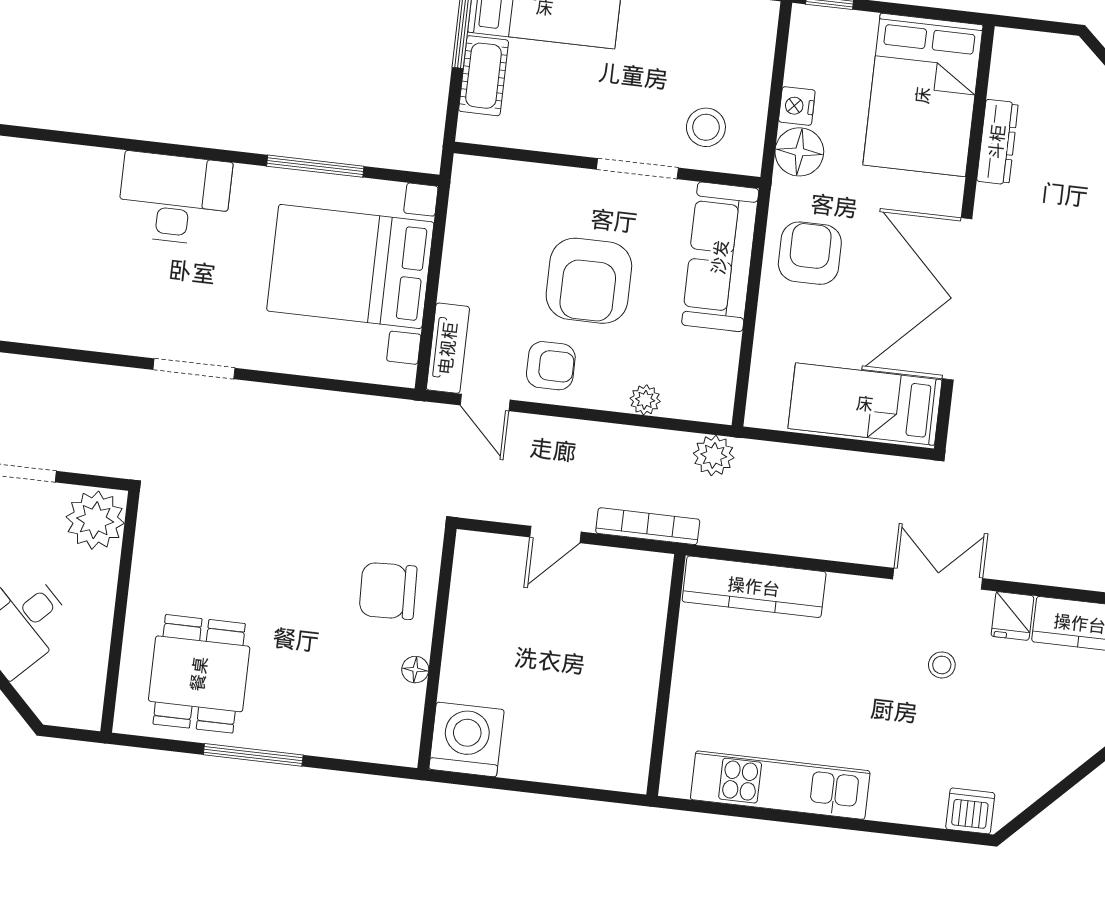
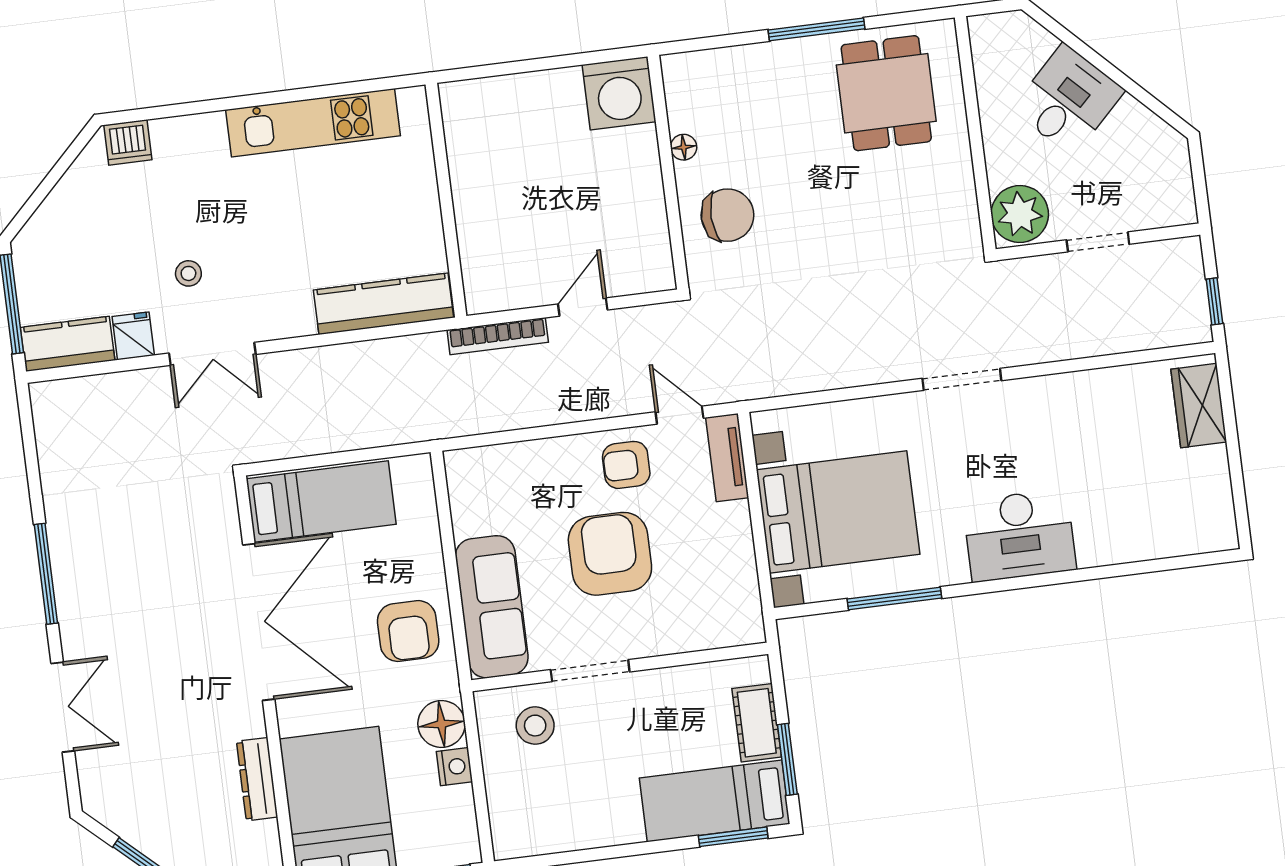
plant: (645, 400) -> (529, 455), removed
plant: (714, 455) -> (452, 418), removed

